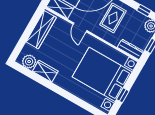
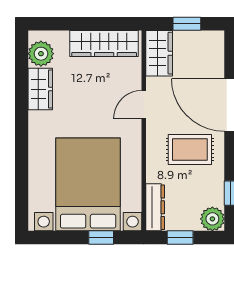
window: (123, 95) -> (101, 237), moved

